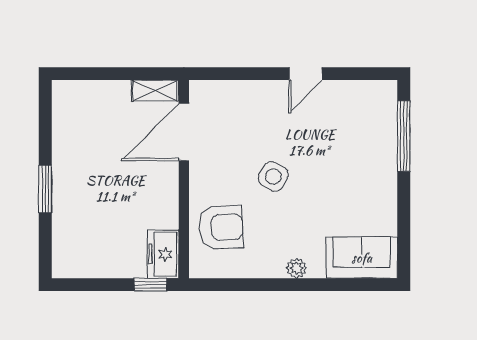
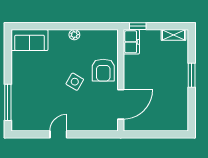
shelving: (155, 91) -> (173, 35), moved
armchair: (221, 227) -> (103, 70), moved, turned -87
plant: (296, 268) -> (74, 35), moved

